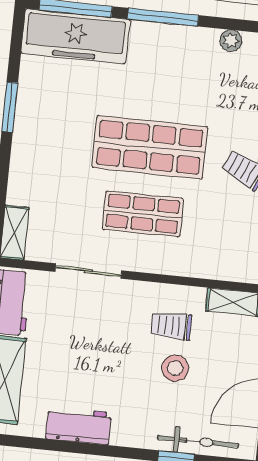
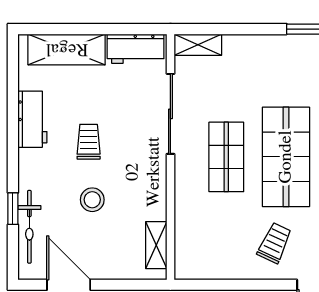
sliding door: (88, 271) -> (170, 114), width x1.37
trolley: (171, 326) -> (89, 142), moved

